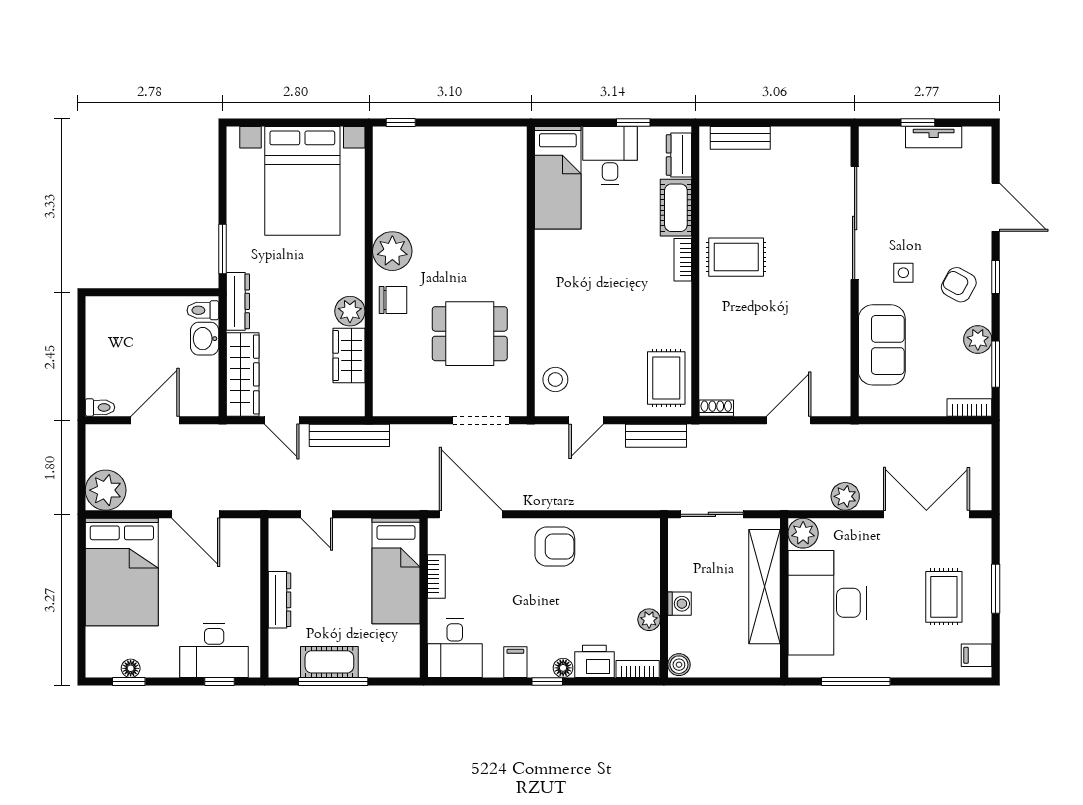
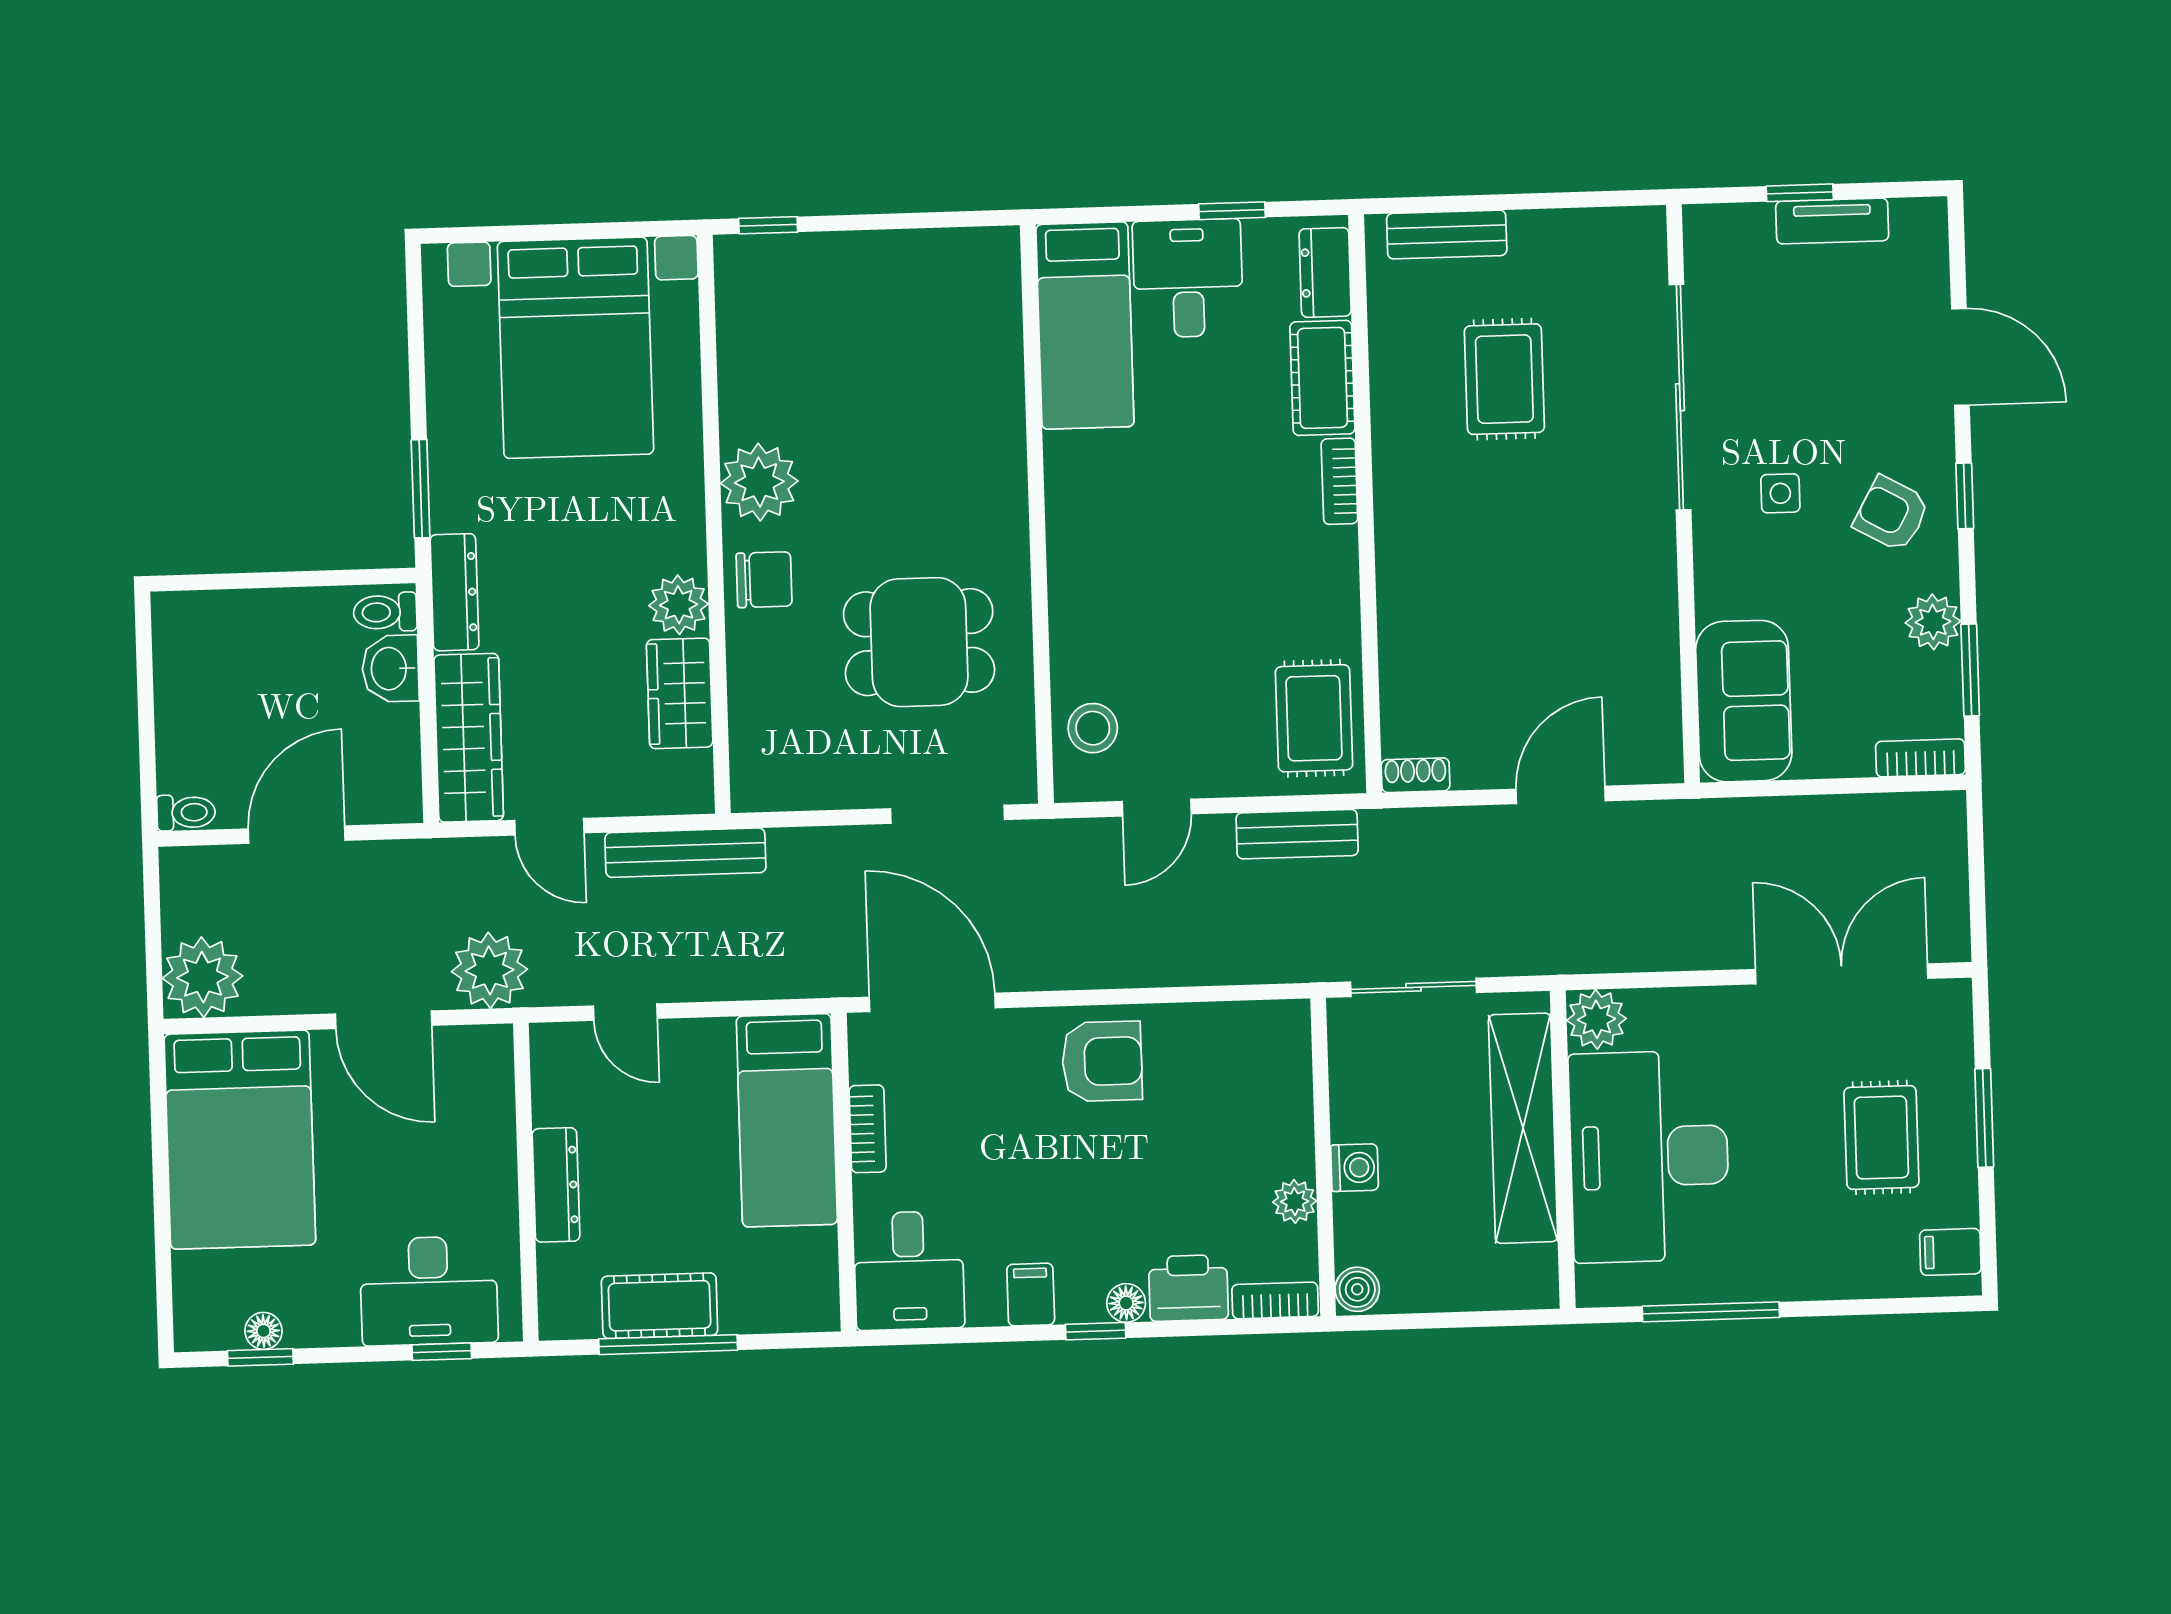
rug: (736, 257) -> (1504, 379), moved, turned 90
sofa: (882, 345) -> (1744, 701), moved
plant: (845, 496) -> (489, 970), moved, width x1.36, depth x1.36

